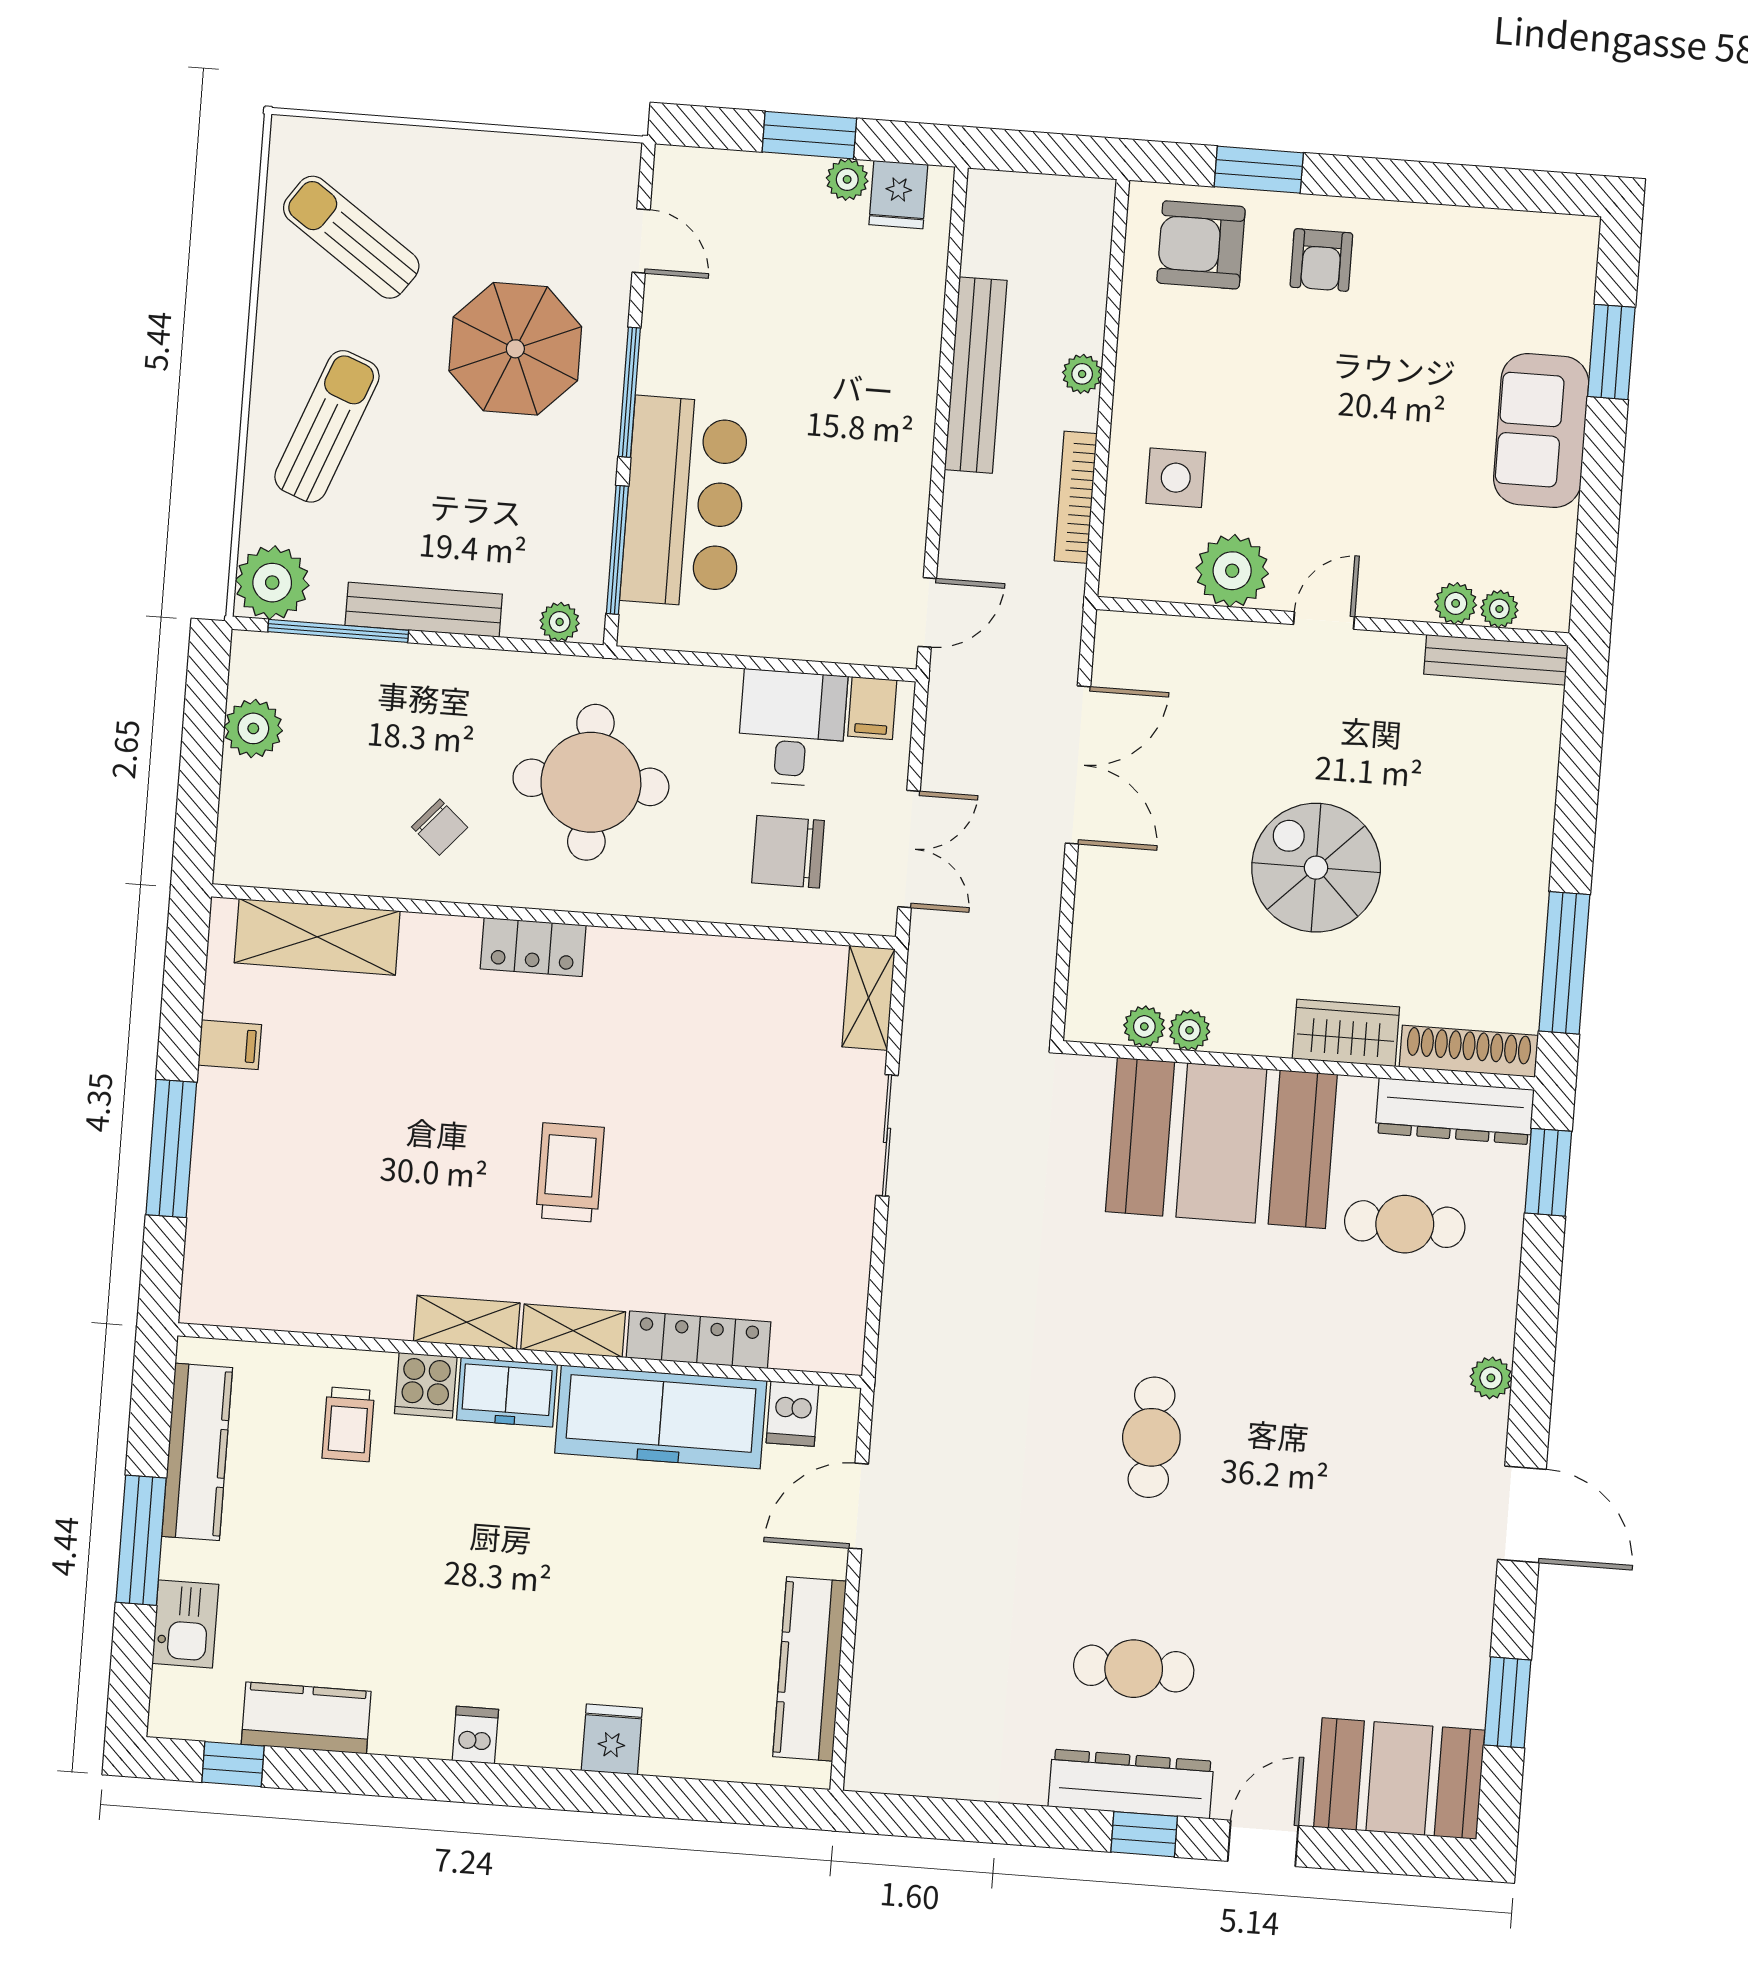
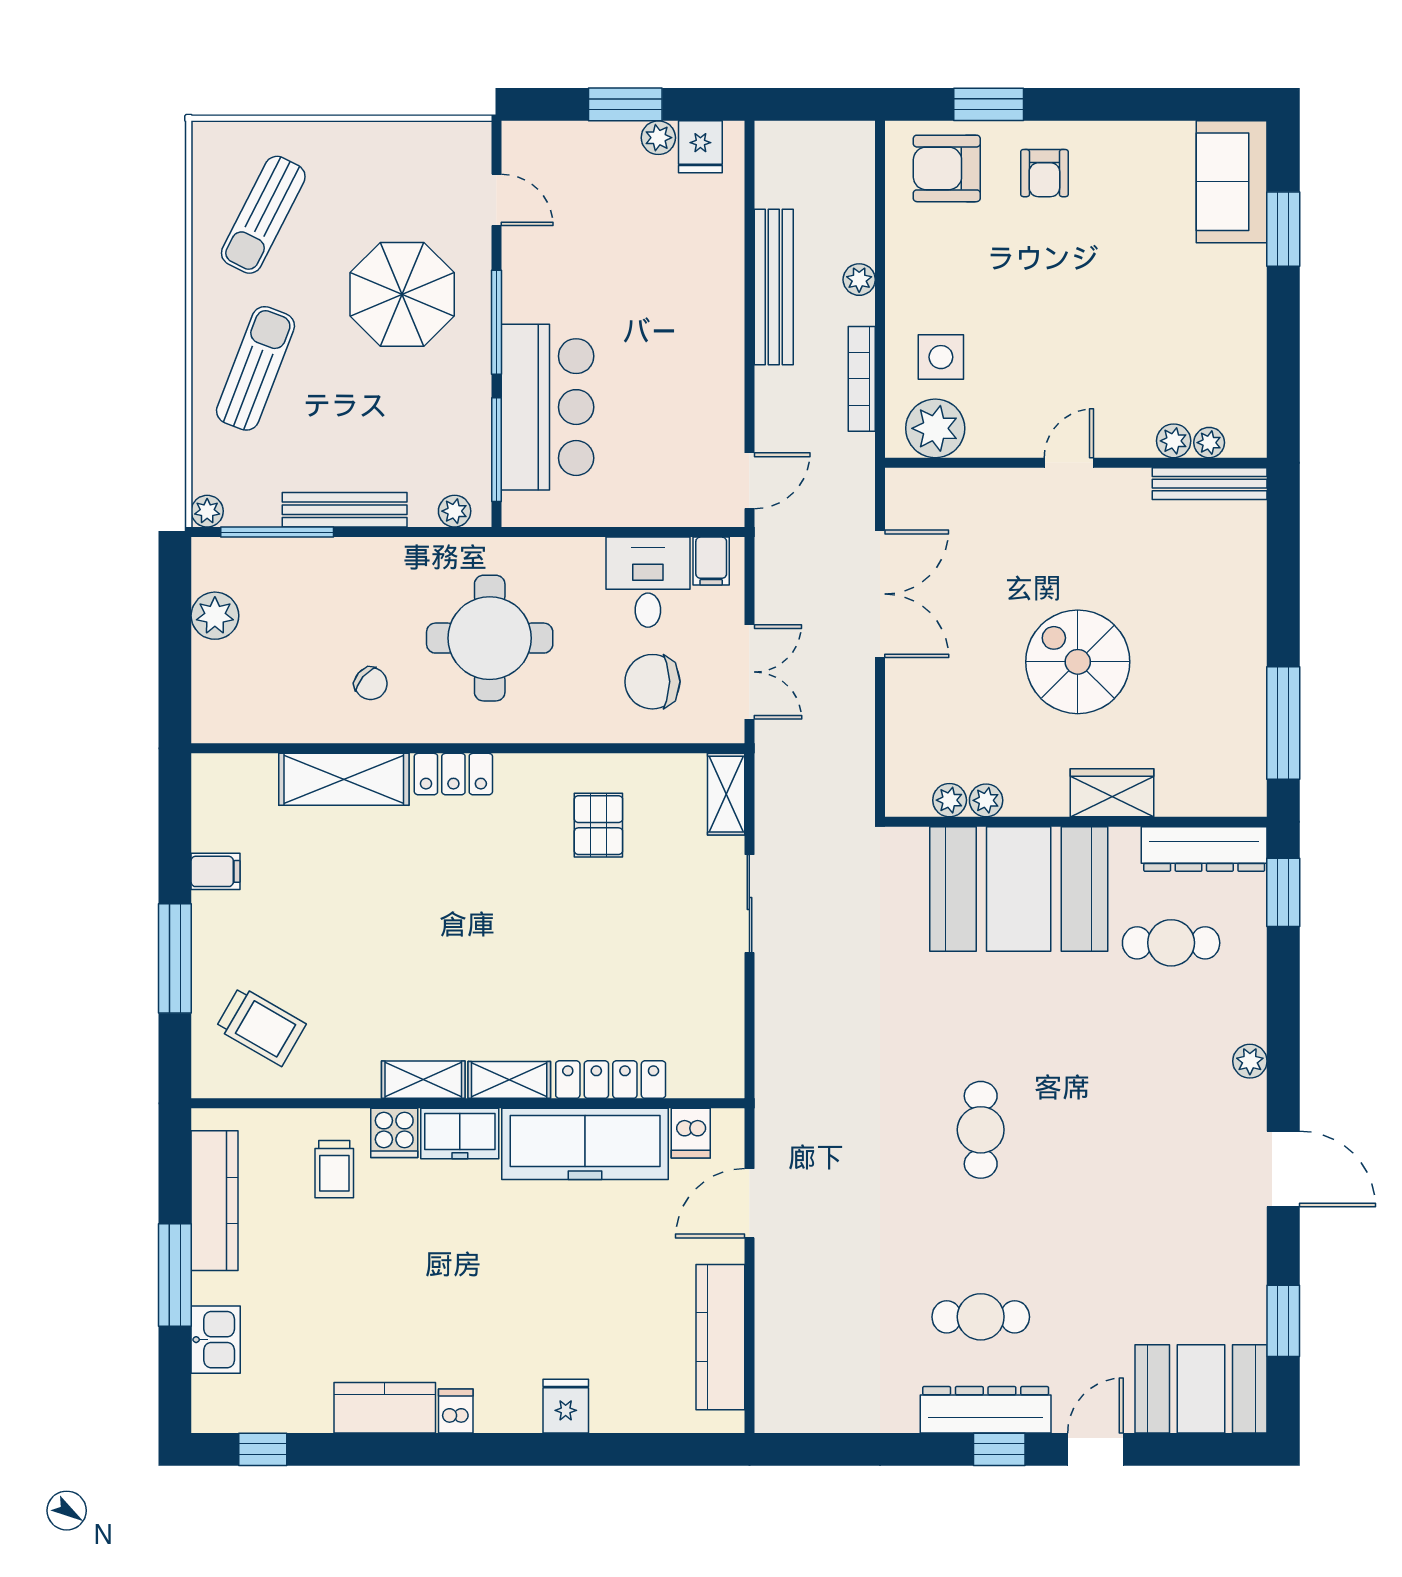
sun lounger: (351, 237) -> (263, 215), turned -98
sofa: (1541, 430) -> (1232, 182), moved
plant: (1232, 571) -> (935, 428), moved
plant: (272, 583) -> (207, 511), width x0.53, depth x0.53
shelving: (317, 937) -> (344, 779), moved
pallet: (708, 1024) -> (598, 825), added
shoe rack: (1469, 1051) -> (1212, 800), removed
trolley: (570, 1173) -> (261, 1026), moved, turned 120
kitchen counter: (306, 1718) -> (385, 1408), moved

